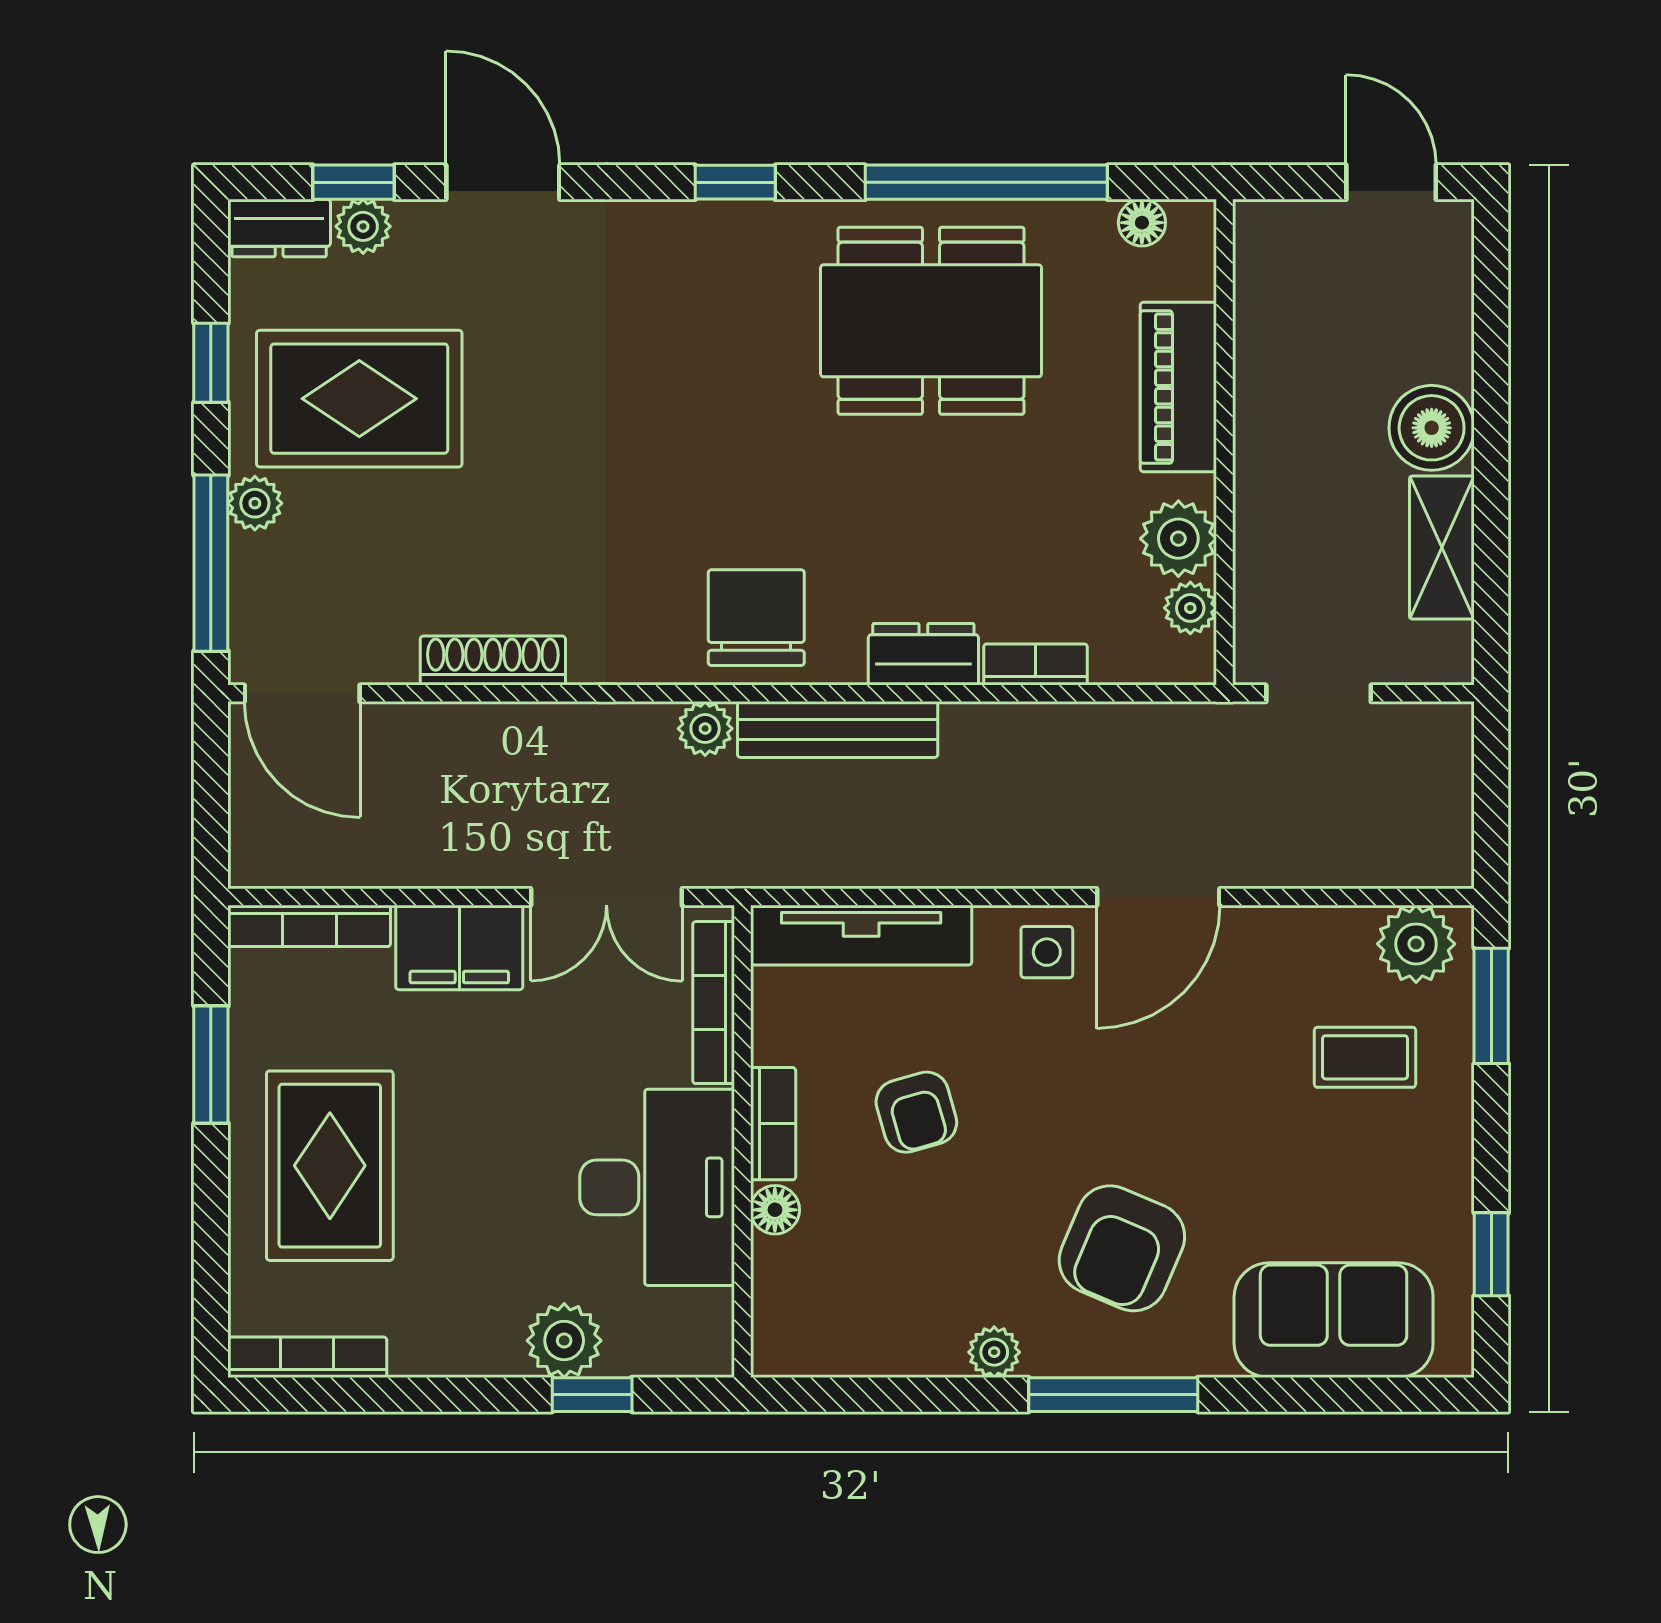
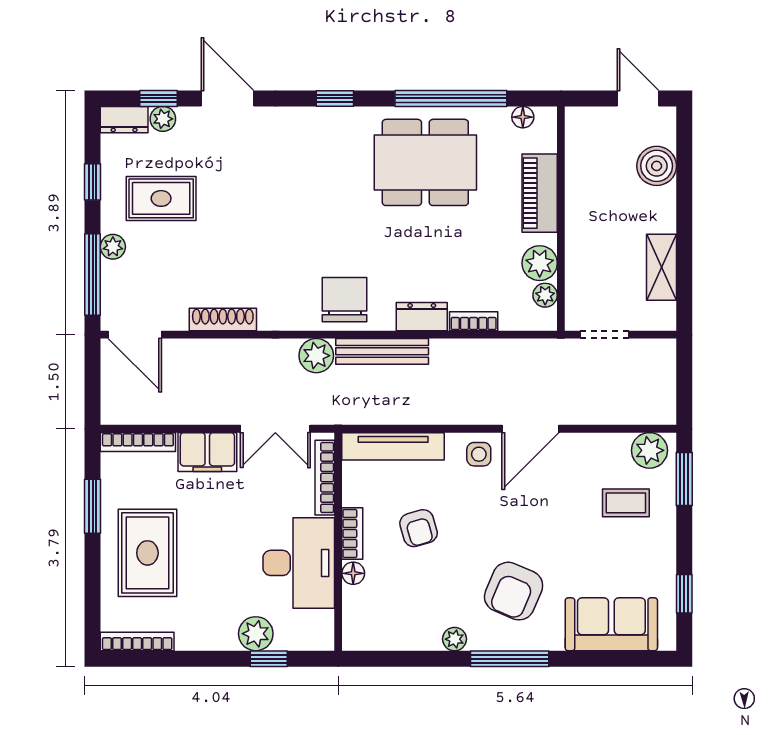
rug: (359, 399) -> (161, 198), width x0.73, depth x0.70
boiler: (1432, 428) -> (657, 166), moved
plant: (705, 729) -> (316, 356), width x1.38, depth x1.38

